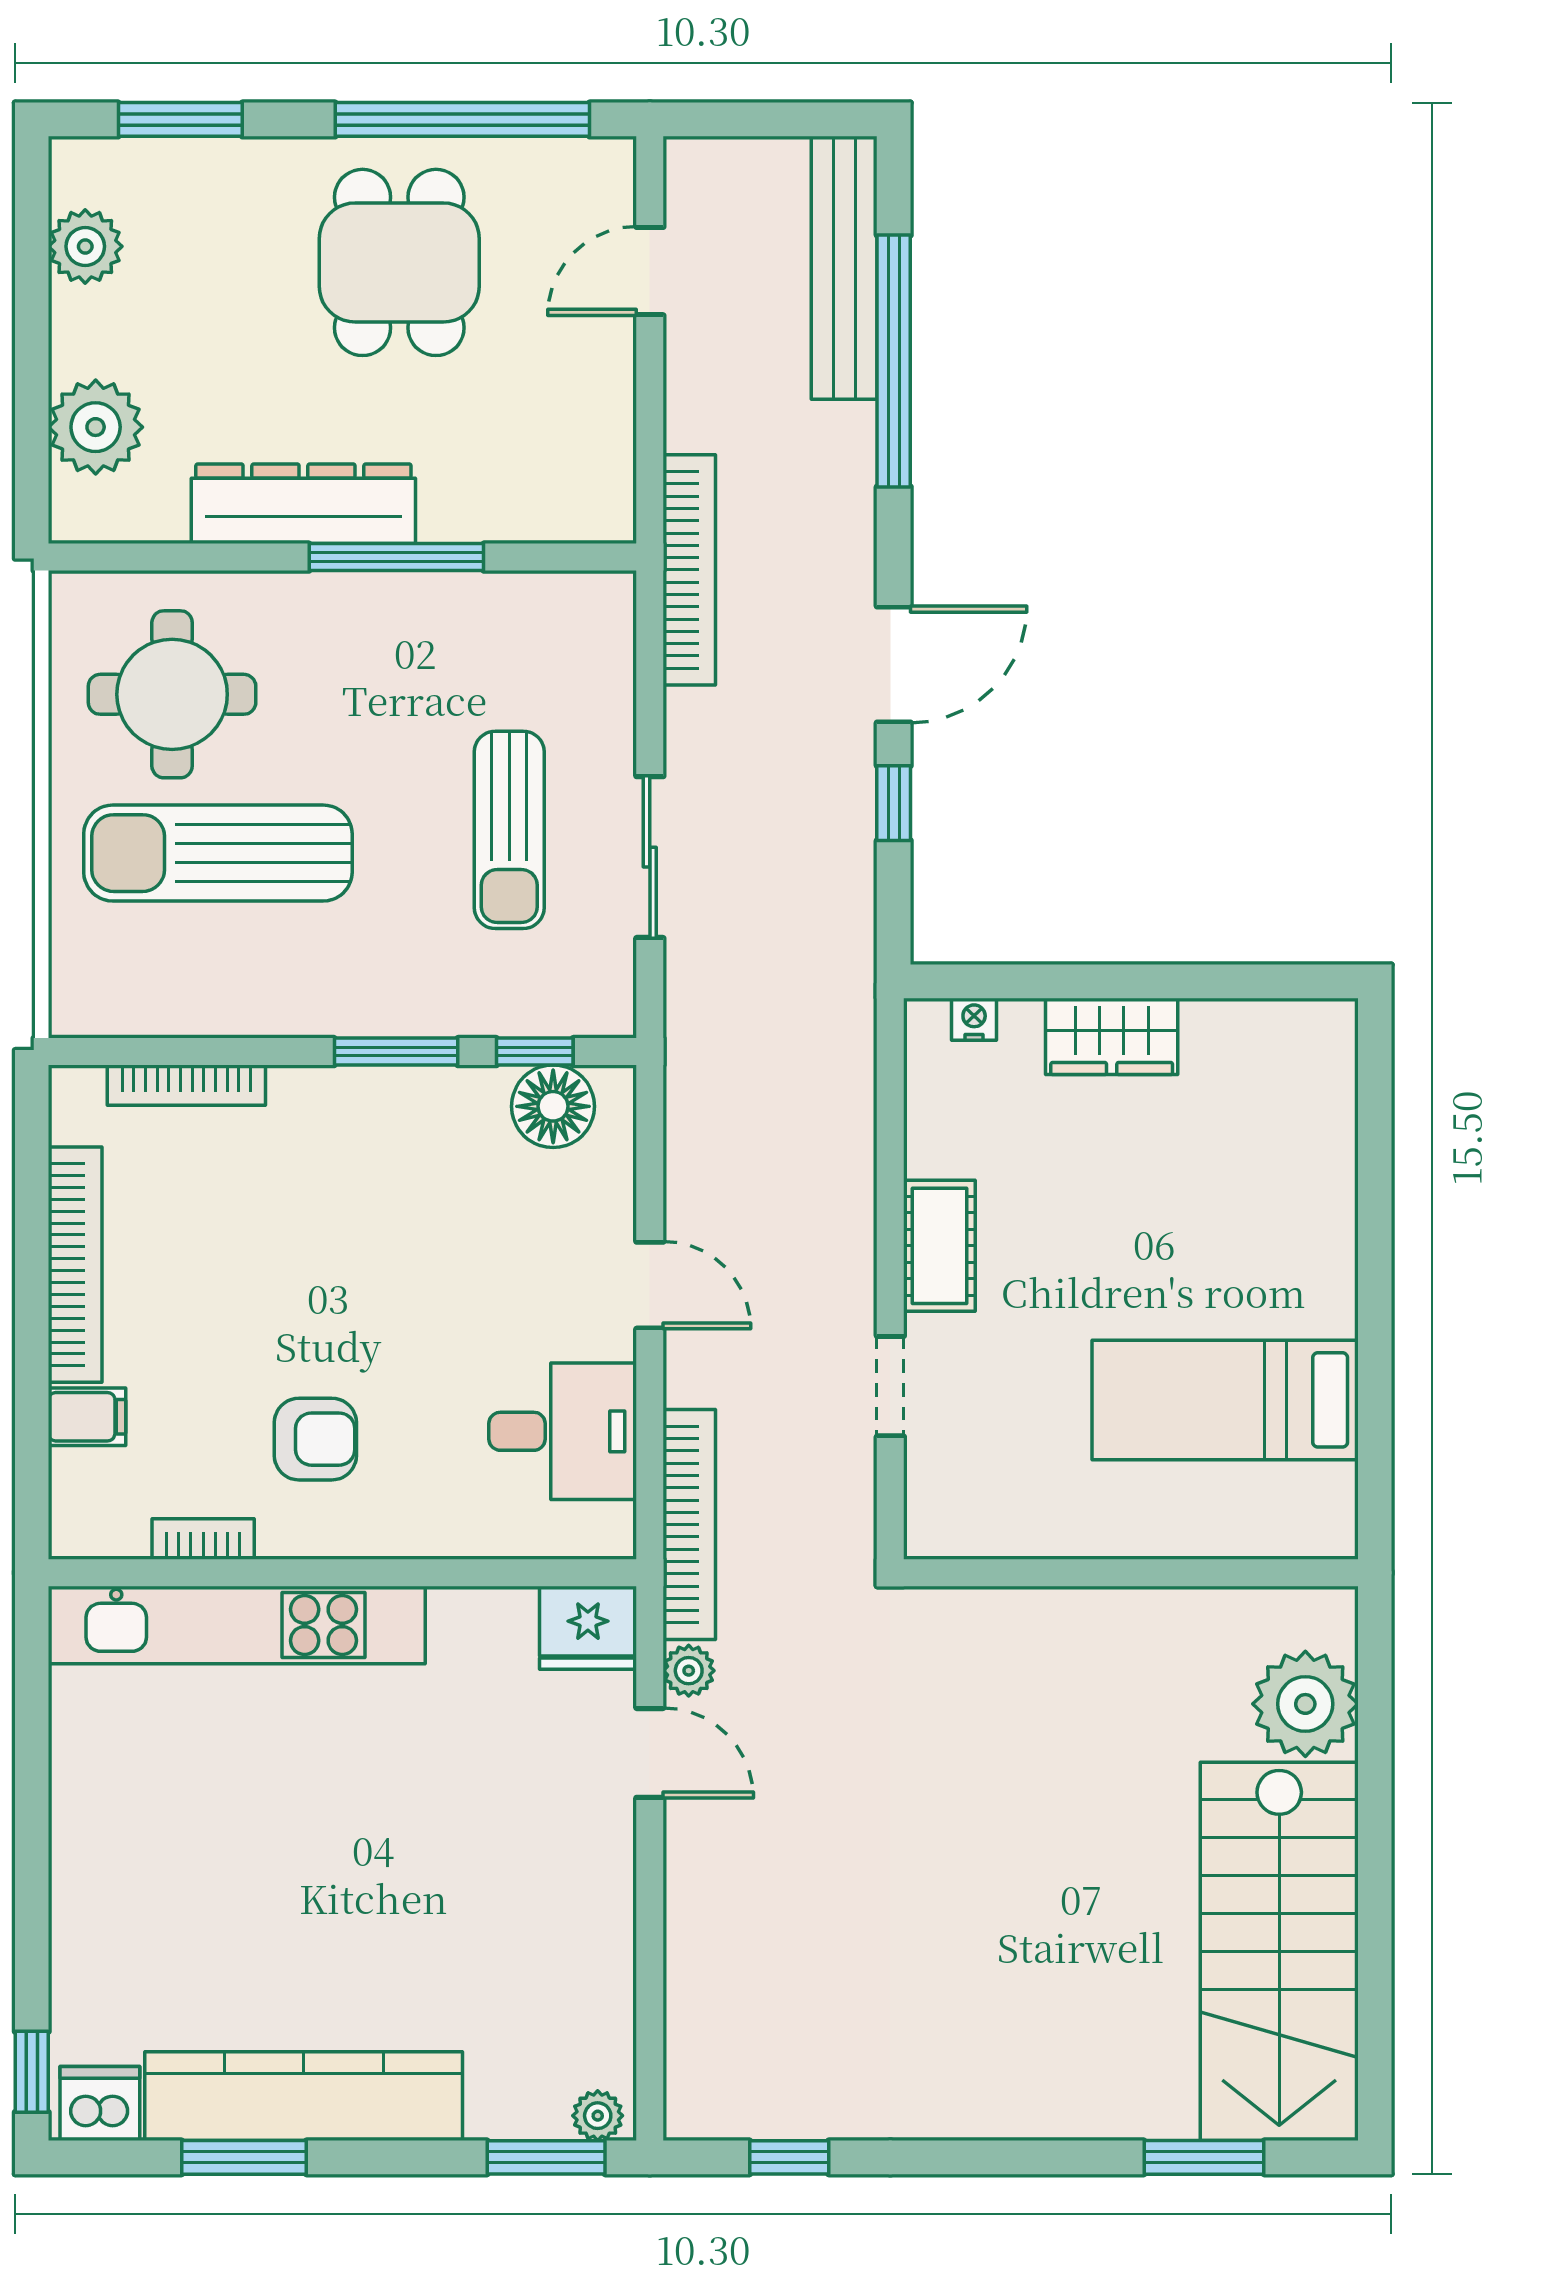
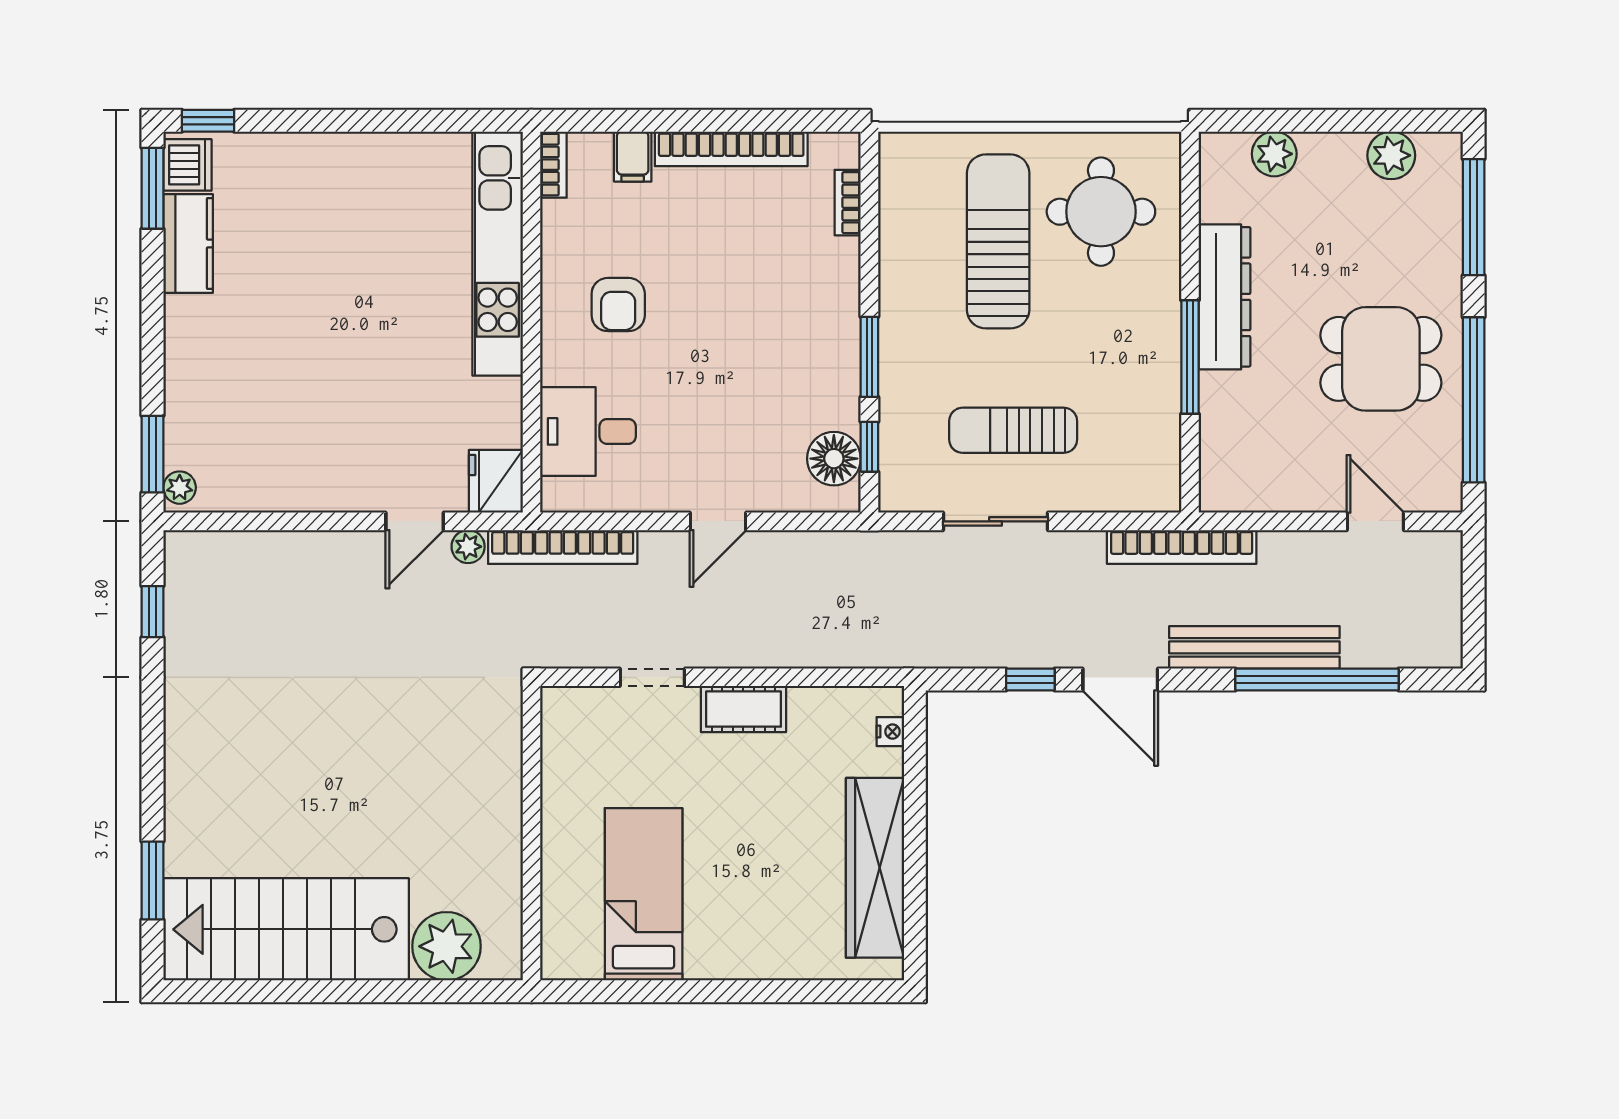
window: (180, 119) -> (1474, 217), width x1.44
bench: (844, 268) -> (1254, 647), moved
plant: (96, 427) -> (1274, 154), width x0.73, depth x0.73
wardrobe: (1112, 1036) -> (875, 868), width x2.10, depth x1.17
bookcase: (186, 1085) -> (848, 203), width x0.64
desk: (563, 1431) -> (588, 431), moved, turned 90
bookcase: (203, 1539) -> (553, 165), moved
kitchen counter: (304, 2096) -> (188, 243), width x0.48, depth x0.86
window: (244, 2157) -> (153, 188), moved

